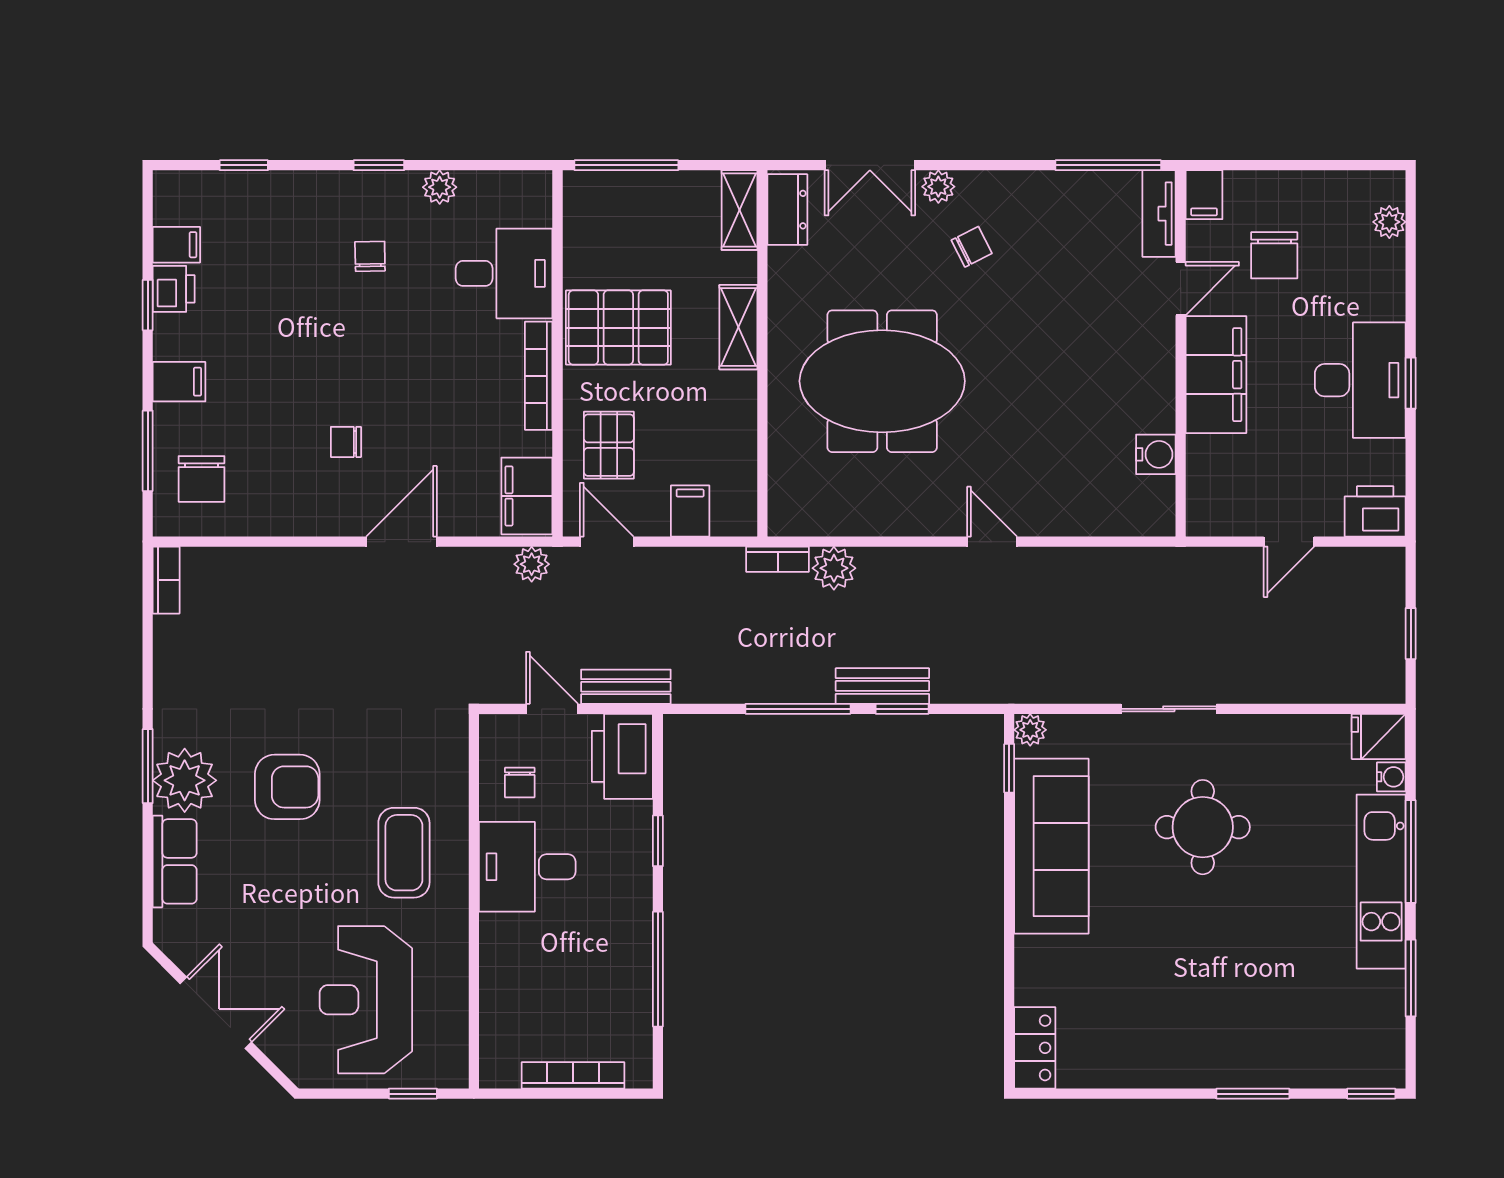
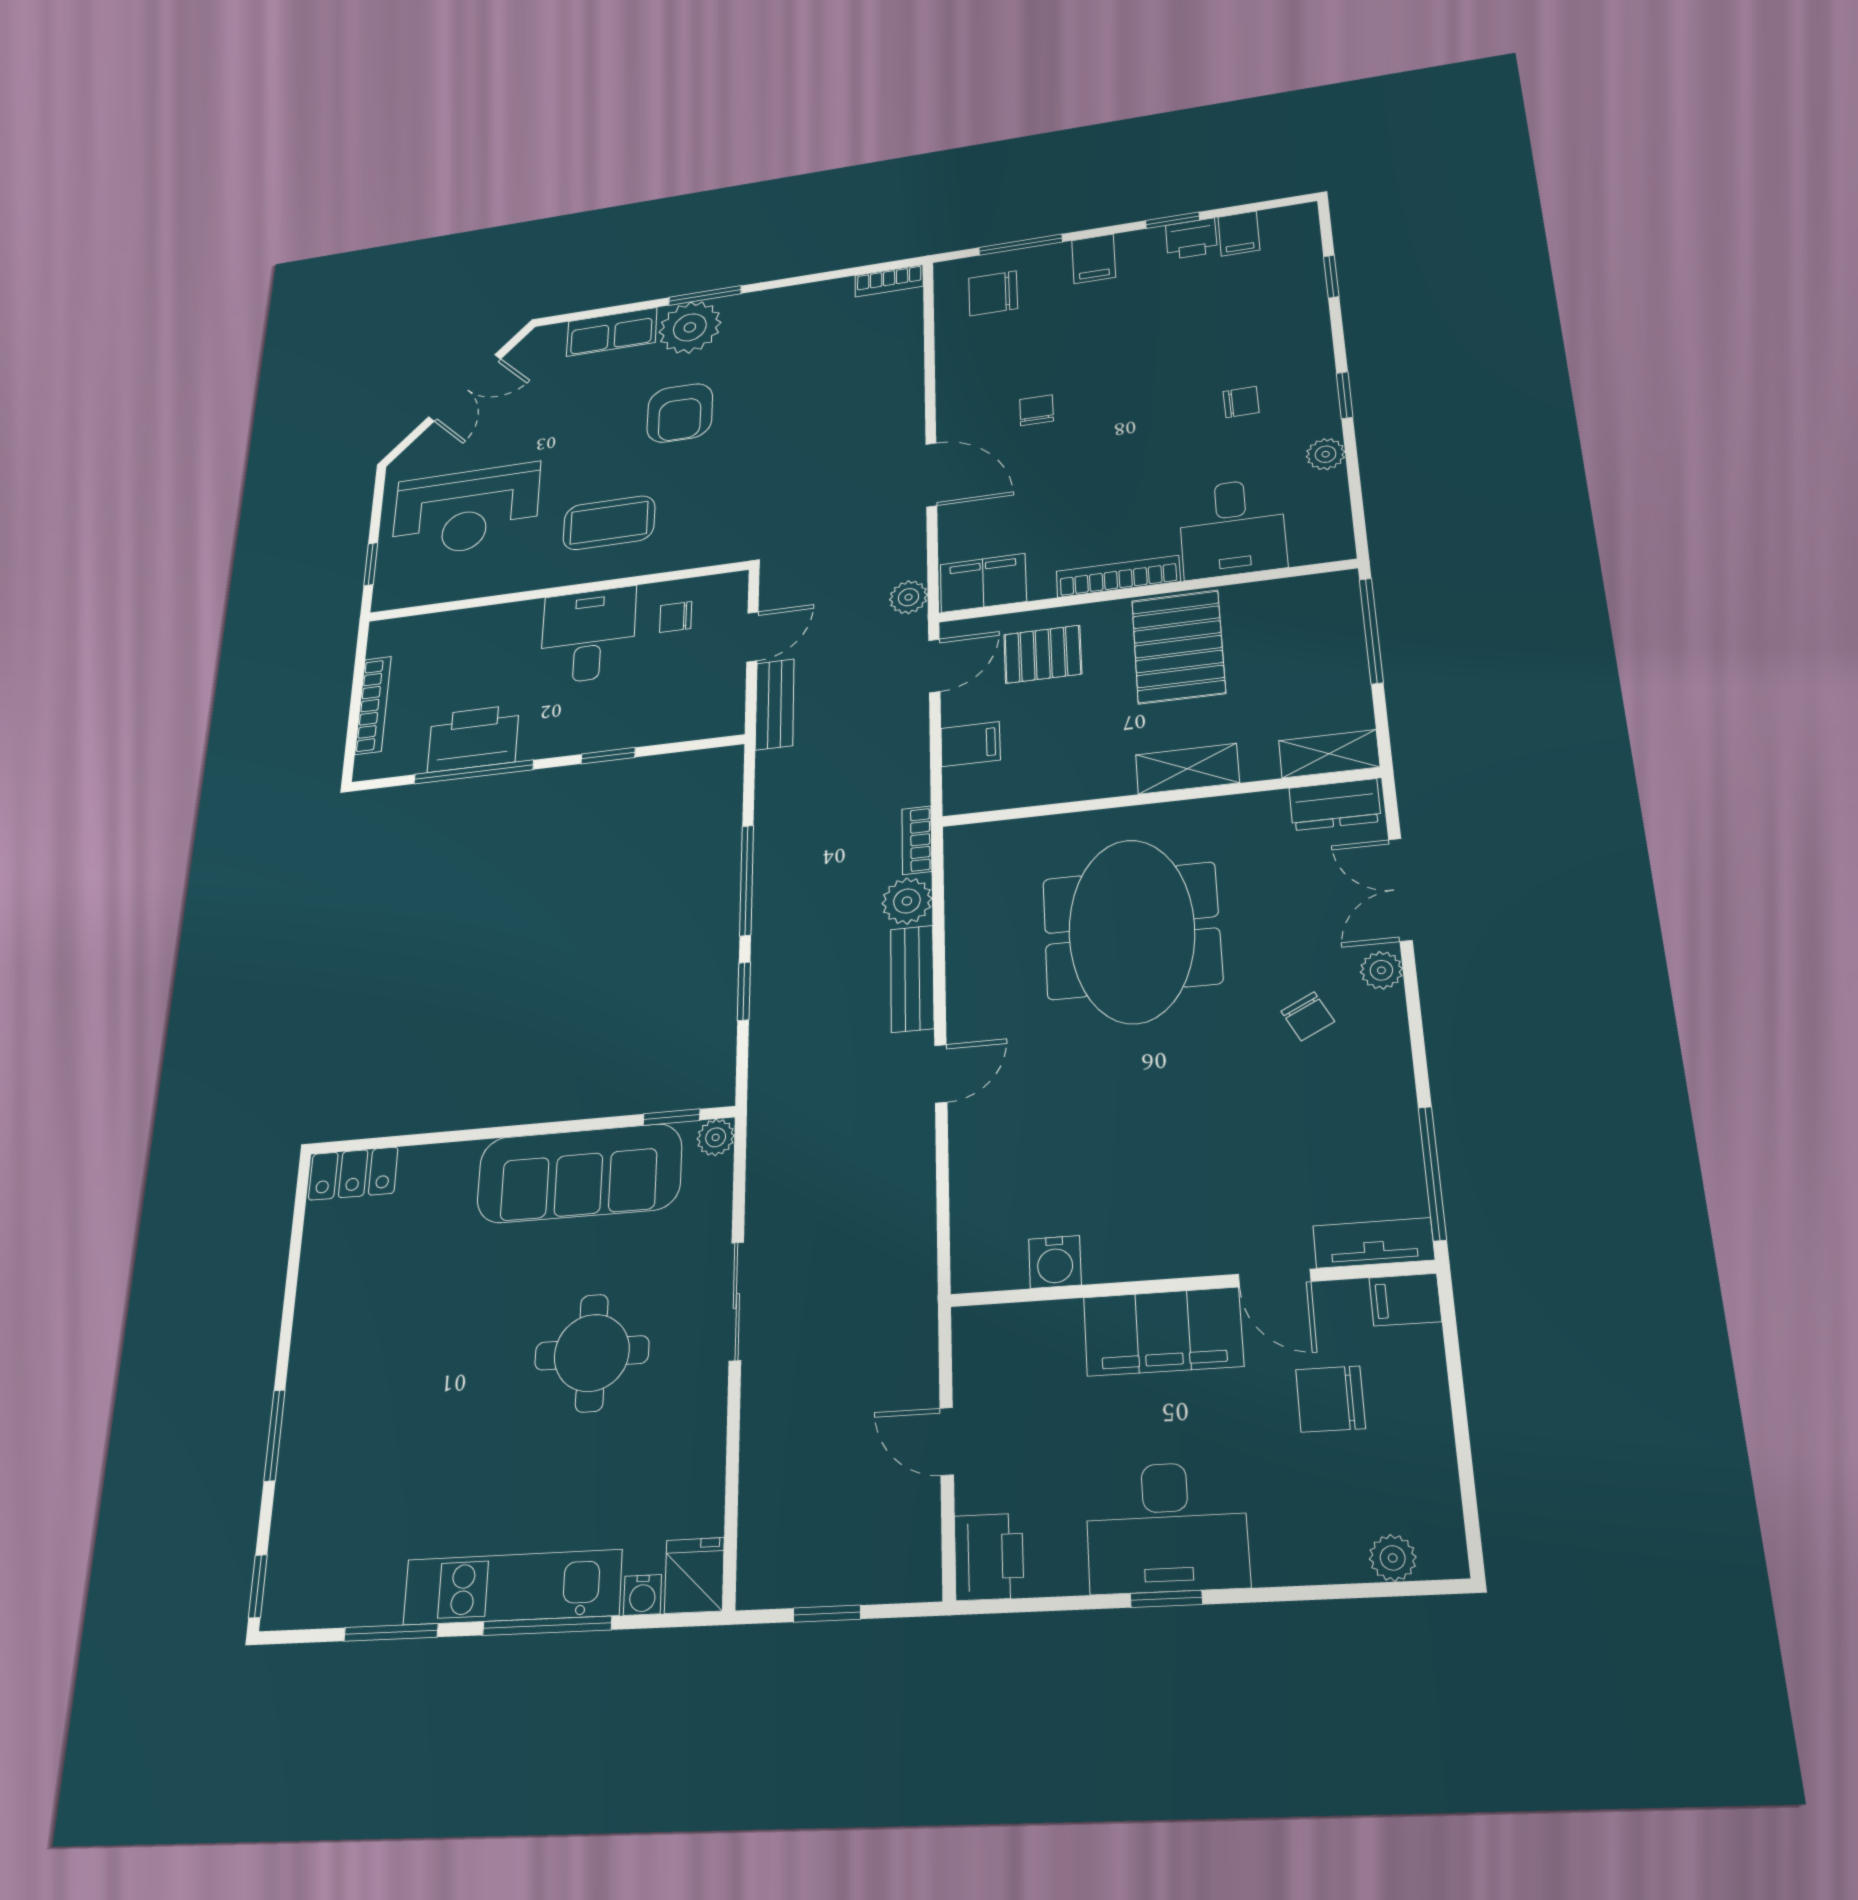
bench: (882, 686) -> (912, 979), moved
printer: (622, 756) -> (473, 738), moved
reception desk: (366, 1000) -> (466, 511), turned 180

